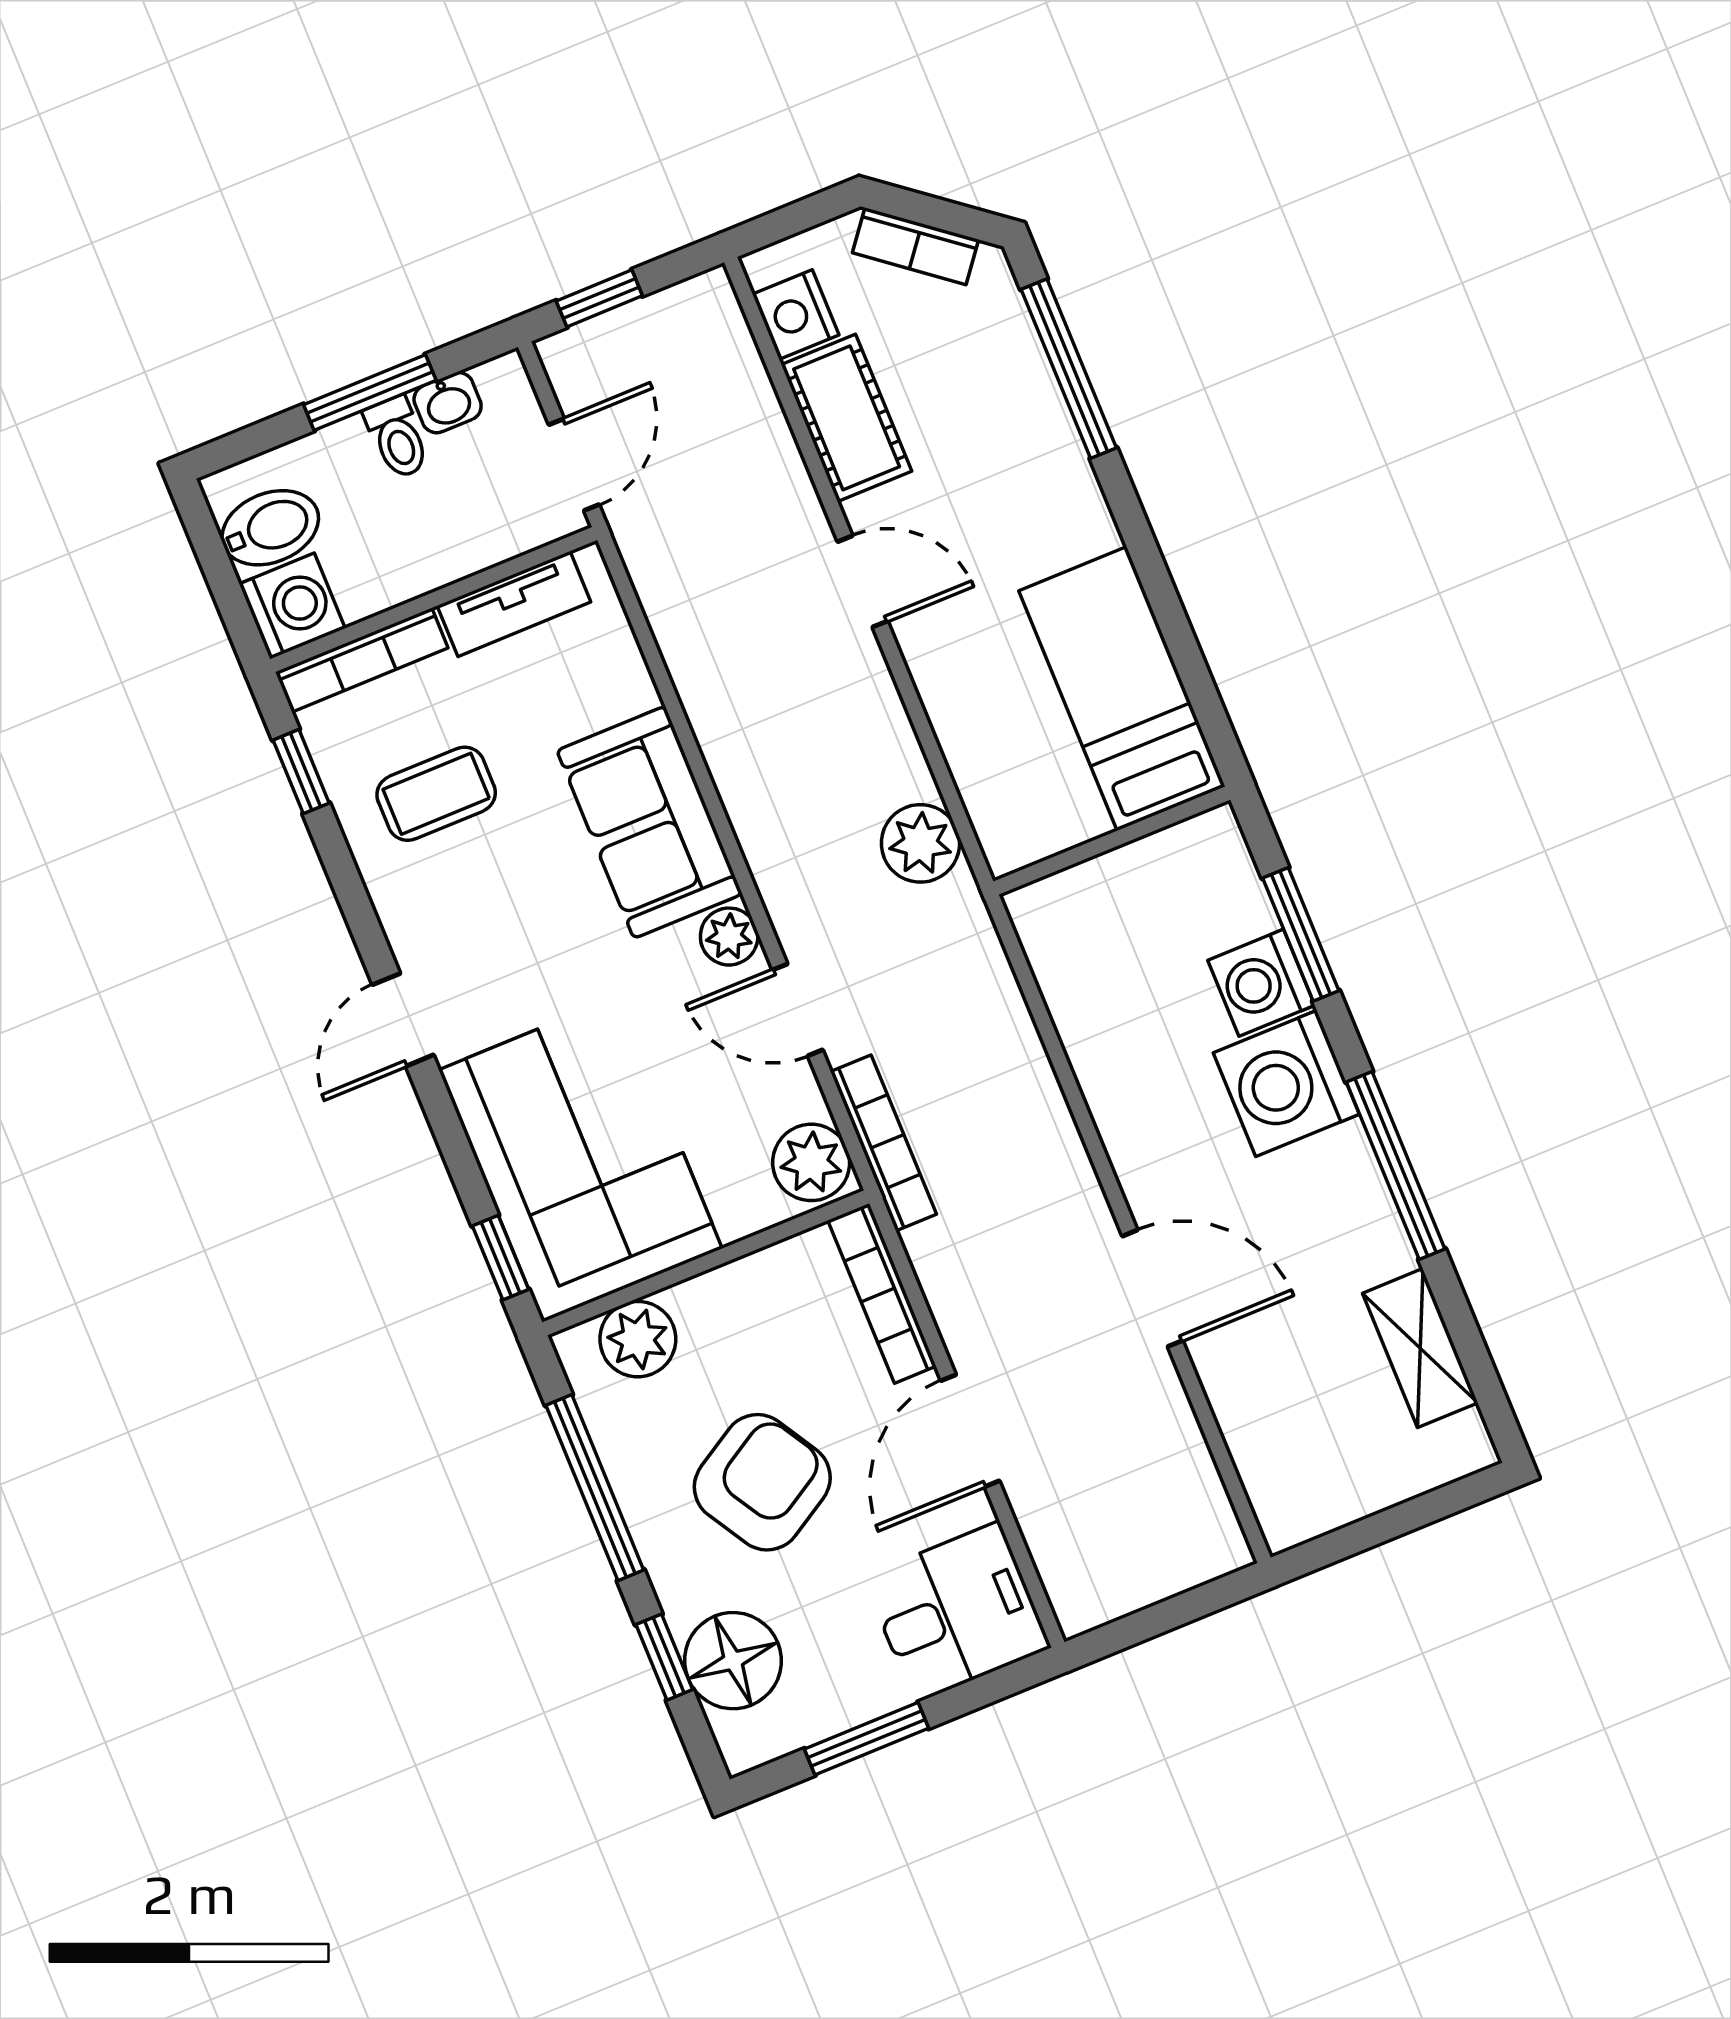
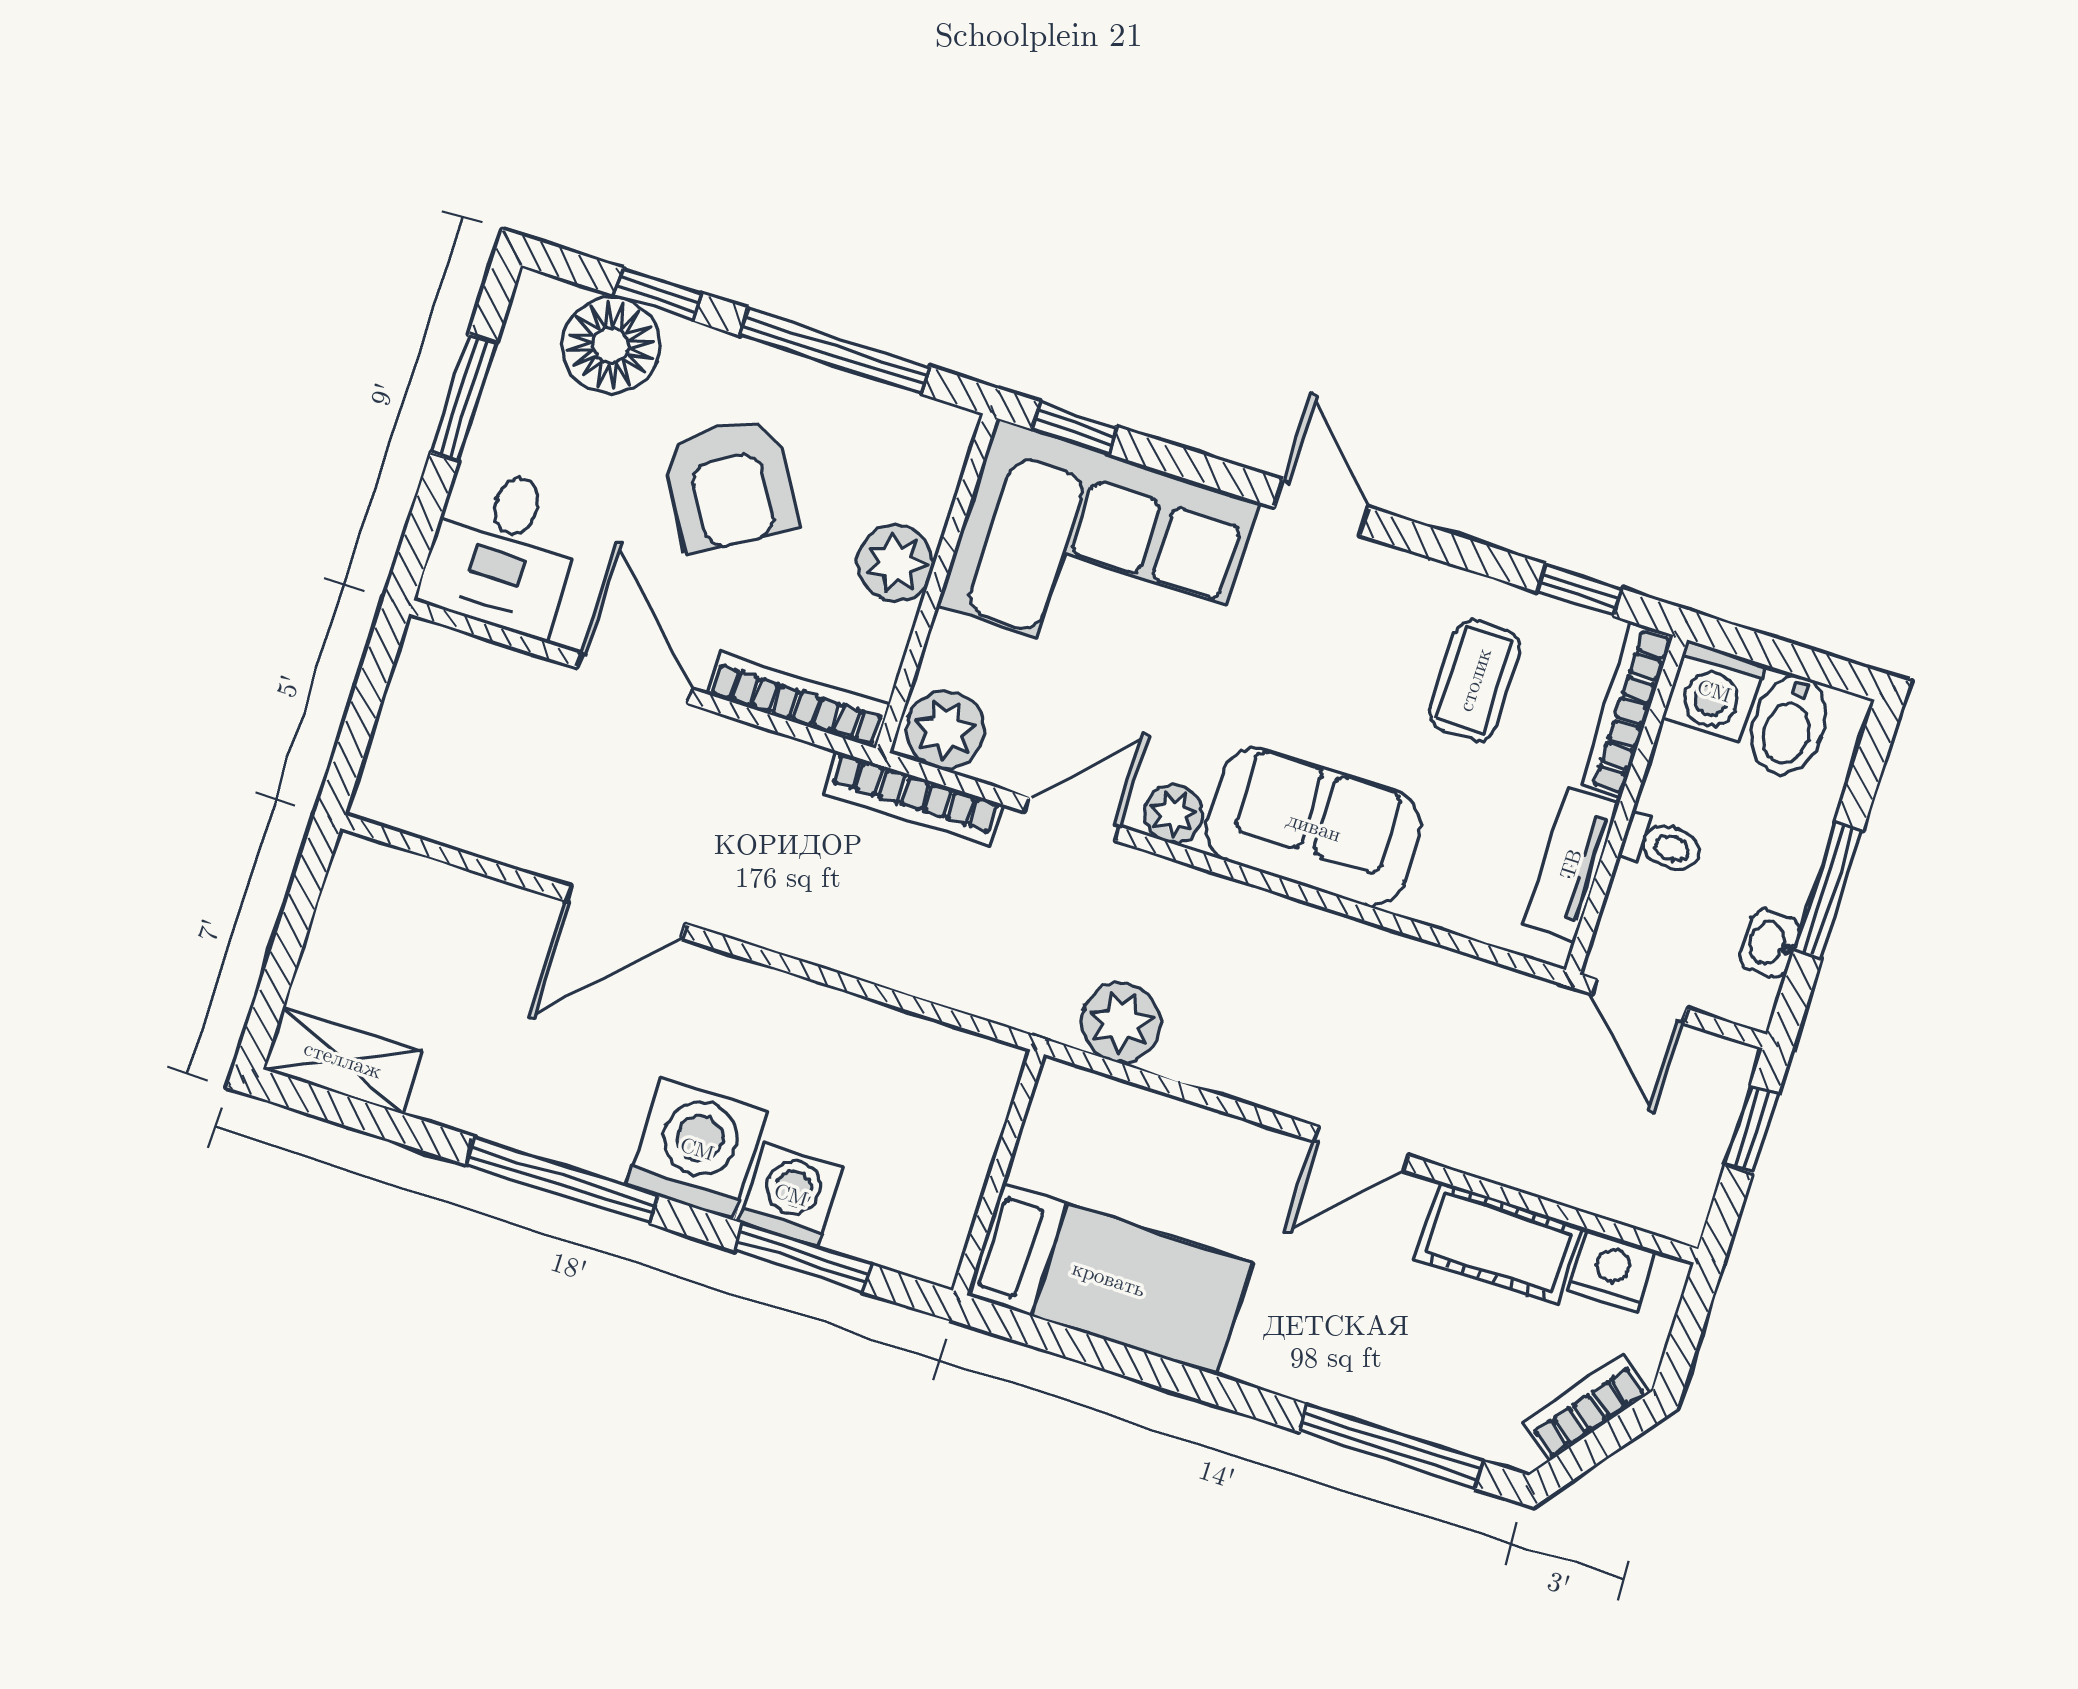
toilet: (397, 438) -> (1662, 845), moved, turned 180
plant: (638, 1339) -> (895, 563), moved
shelving: (1420, 1348) -> (343, 1060), moved

